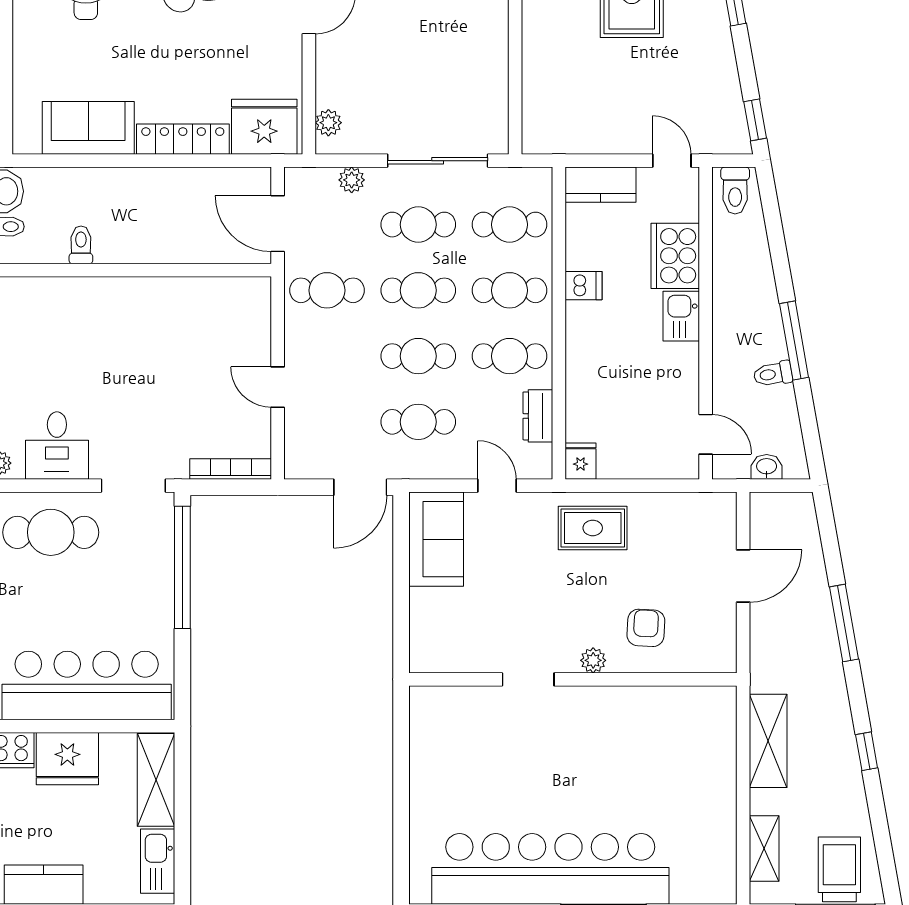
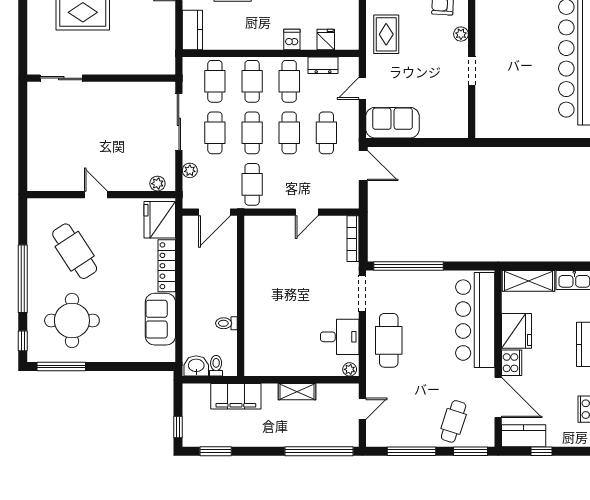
dishwasher: (583, 286) -> (292, 40), moved
fridge: (580, 461) -> (326, 40), moved, turned 90

